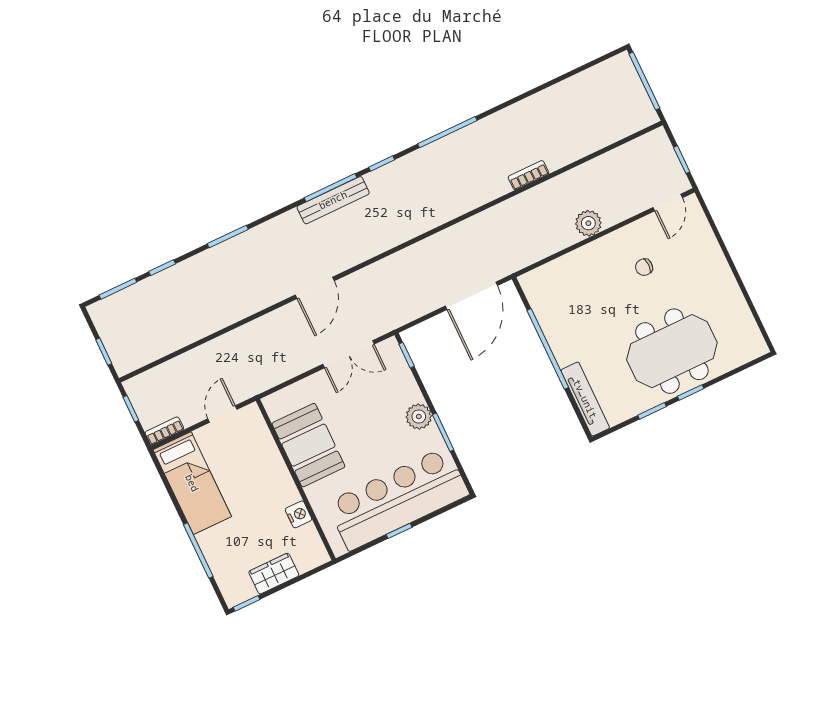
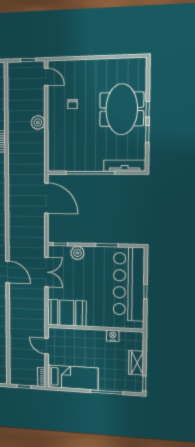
plant: (419, 417) -> (77, 253), moved
booth: (308, 445) -> (67, 313), moved

